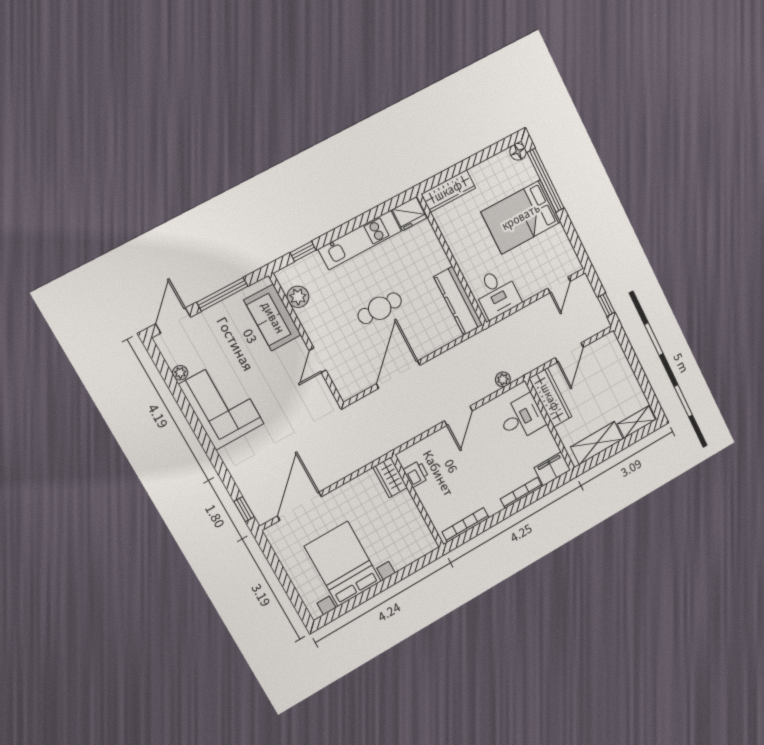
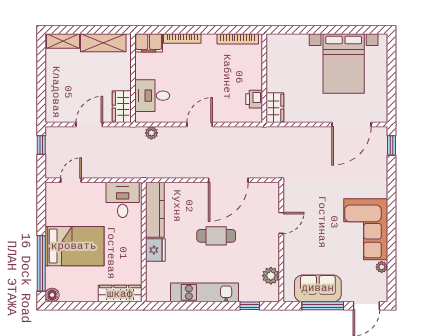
fridge: (409, 214) -> (155, 250), moved, turned 90
sofa: (273, 318) -> (318, 288), moved, turned -90
wardrobe: (550, 397) -> (122, 107), width x0.67

